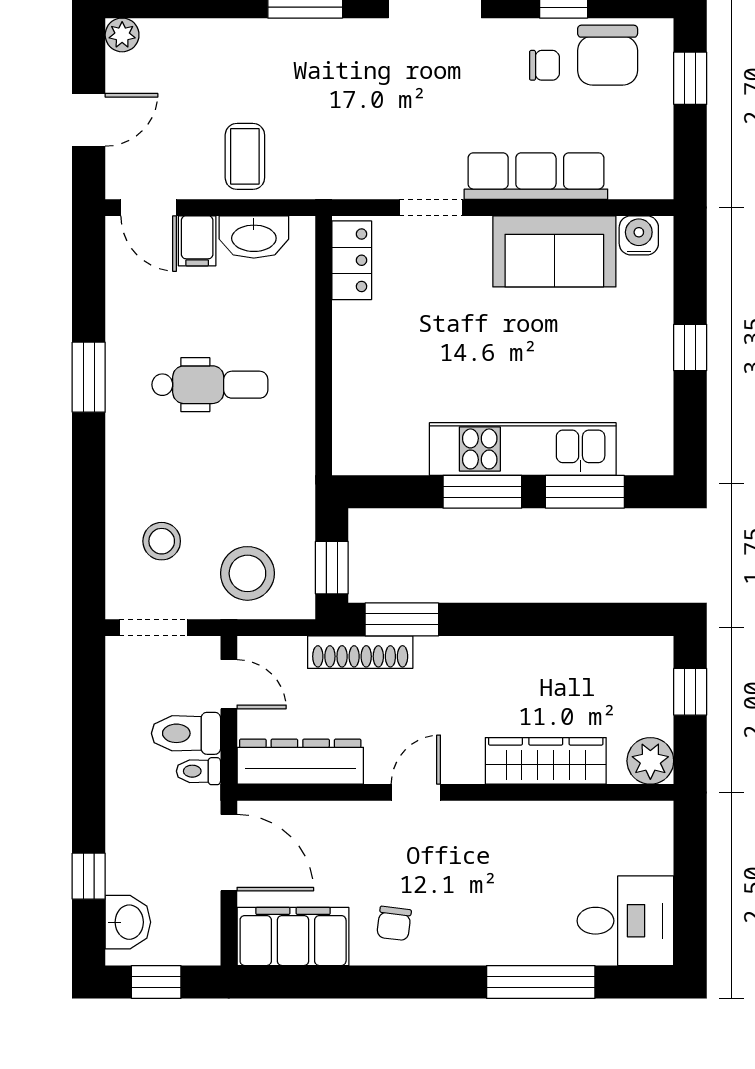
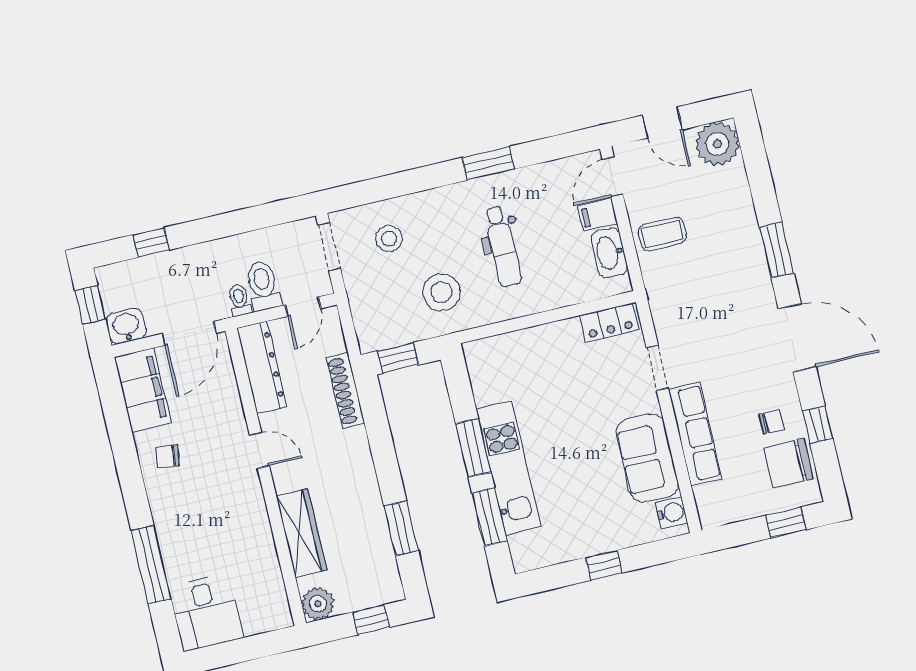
plant: (122, 35) -> (717, 144), width x1.88, depth x1.88
chair: (544, 65) -> (771, 422), turned -90
stool: (247, 573) -> (442, 292), moved
window: (402, 619) -> (401, 528), moved
washbasin: (128, 922) -> (126, 326), moved, turned 180

